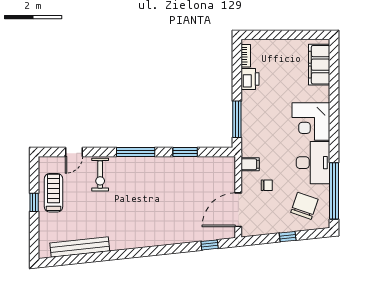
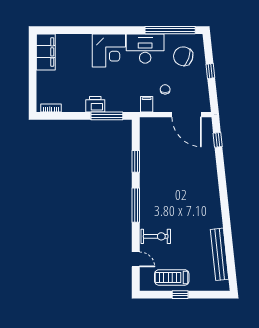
filing cabinet: (319, 65) -> (46, 52), moved, turned -90
printer: (250, 79) -> (95, 104), moved

